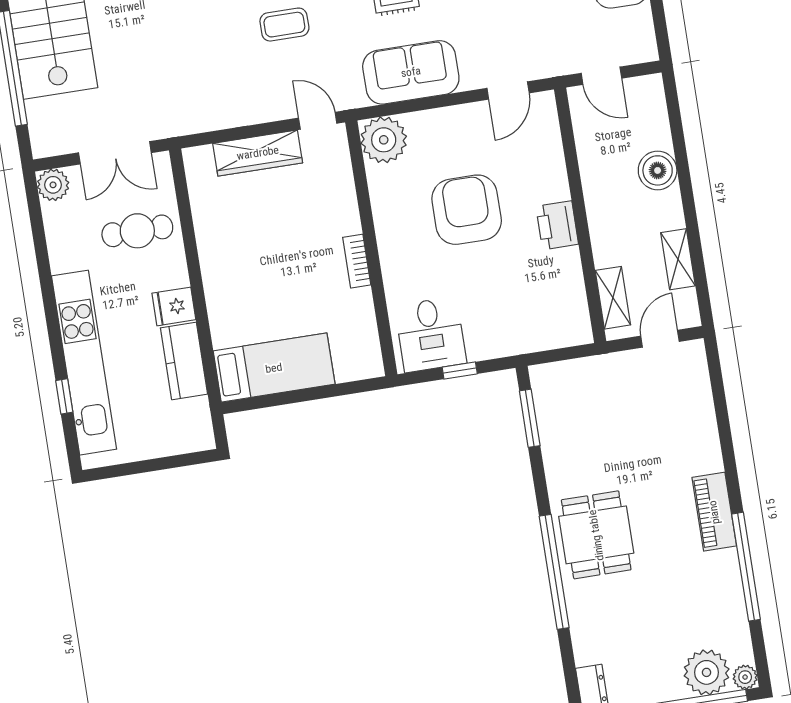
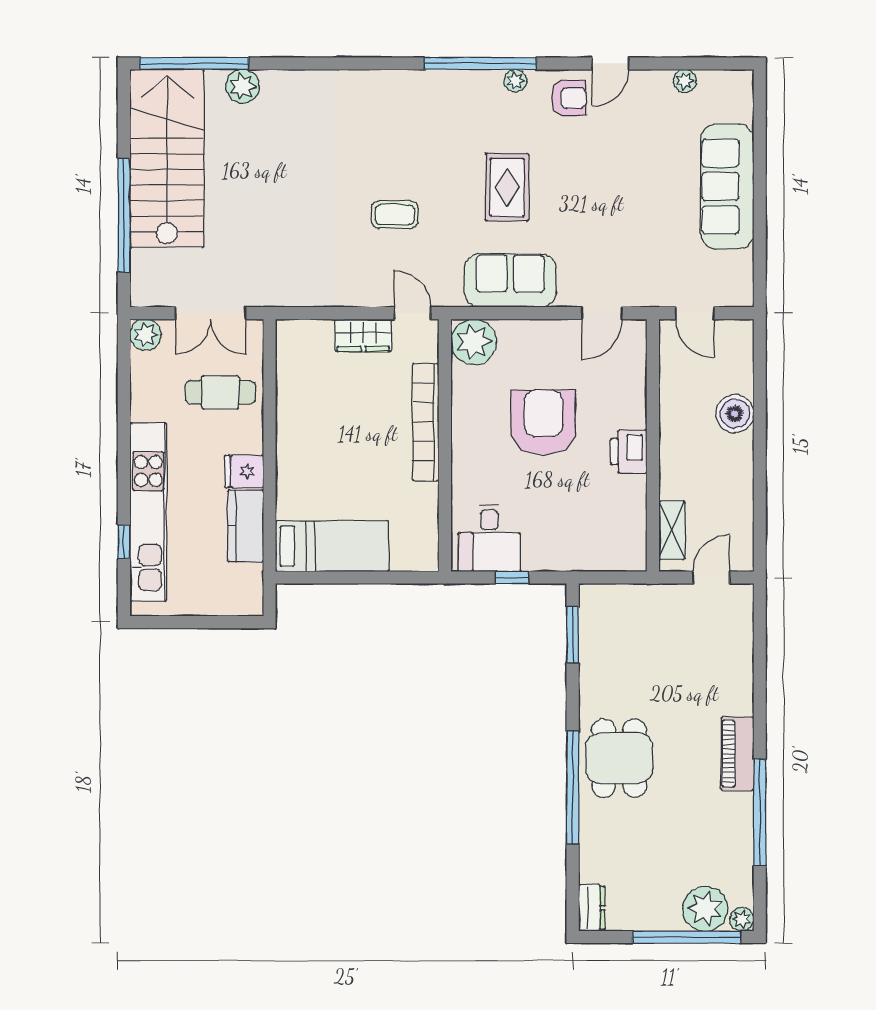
wardrobe: (258, 153) -> (363, 335), width x0.67
shelving: (678, 259) -> (741, 503), removed
bookcase: (357, 261) -> (426, 422), width x2.31, depth x1.31

